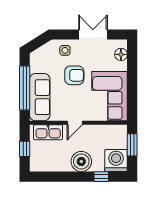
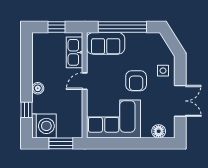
sofa: (40, 97) -> (106, 43), width x0.73
door: (75, 123) -> (85, 81), hinge flipped
boiler: (81, 161) -> (38, 88), width x0.54, depth x0.54

